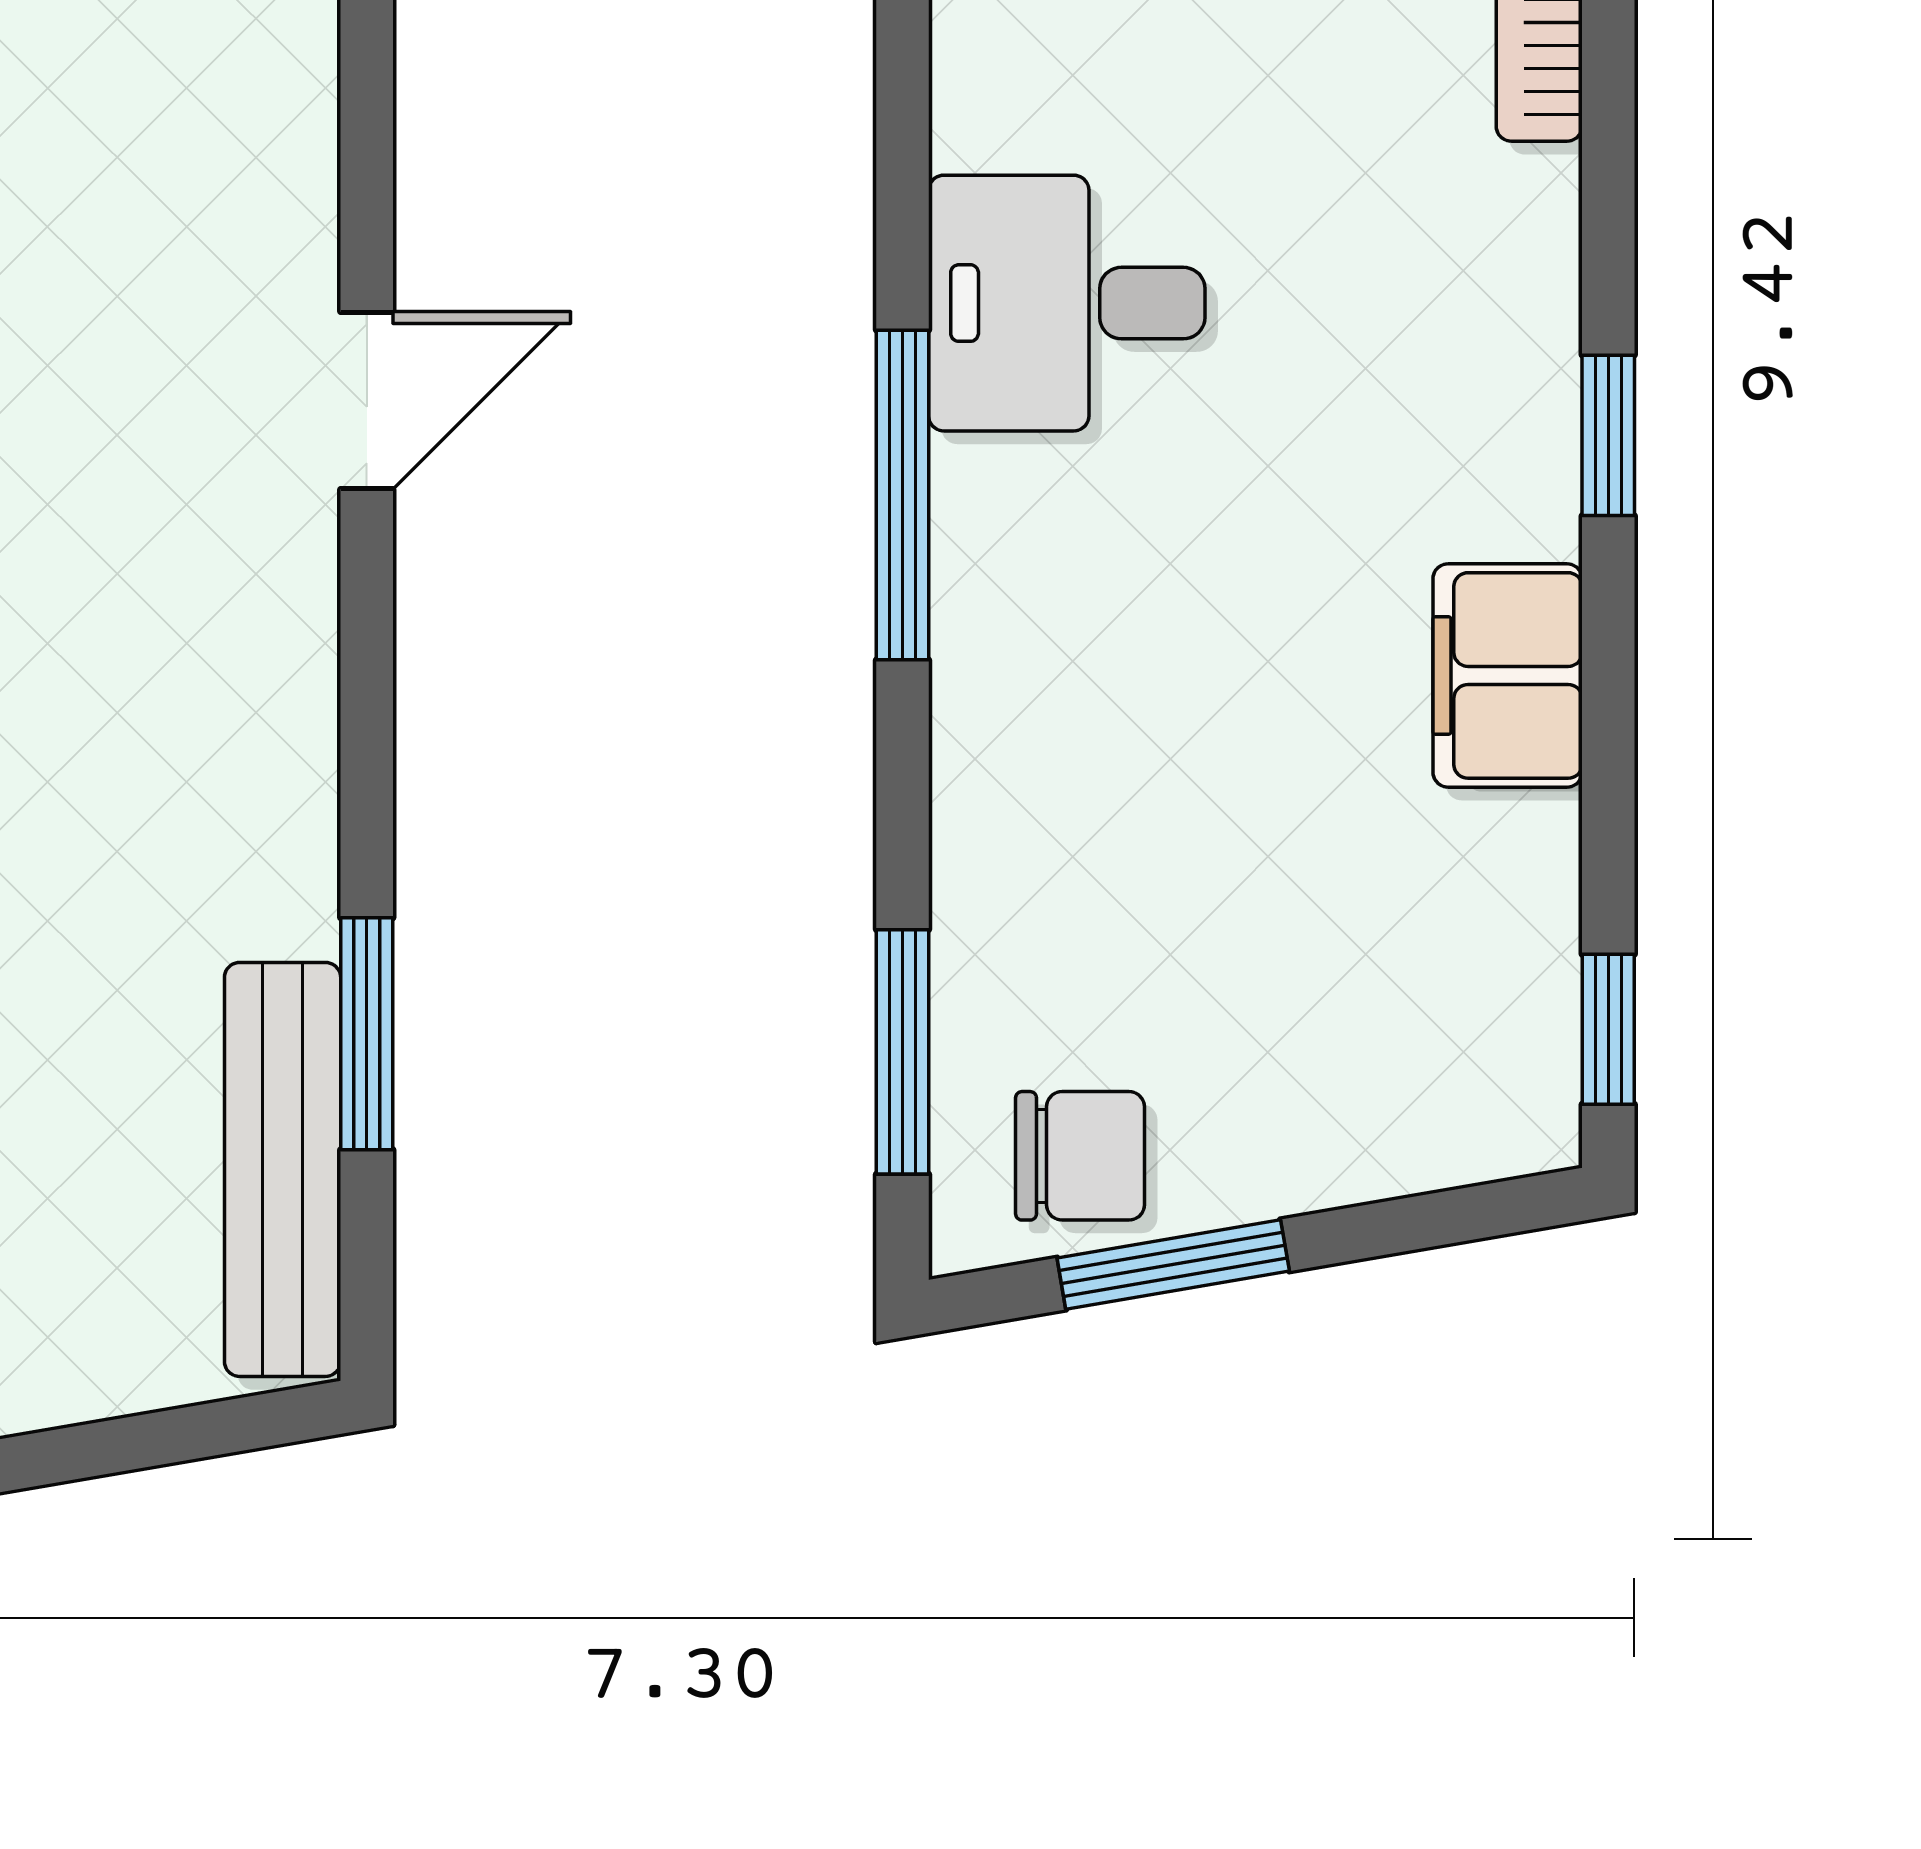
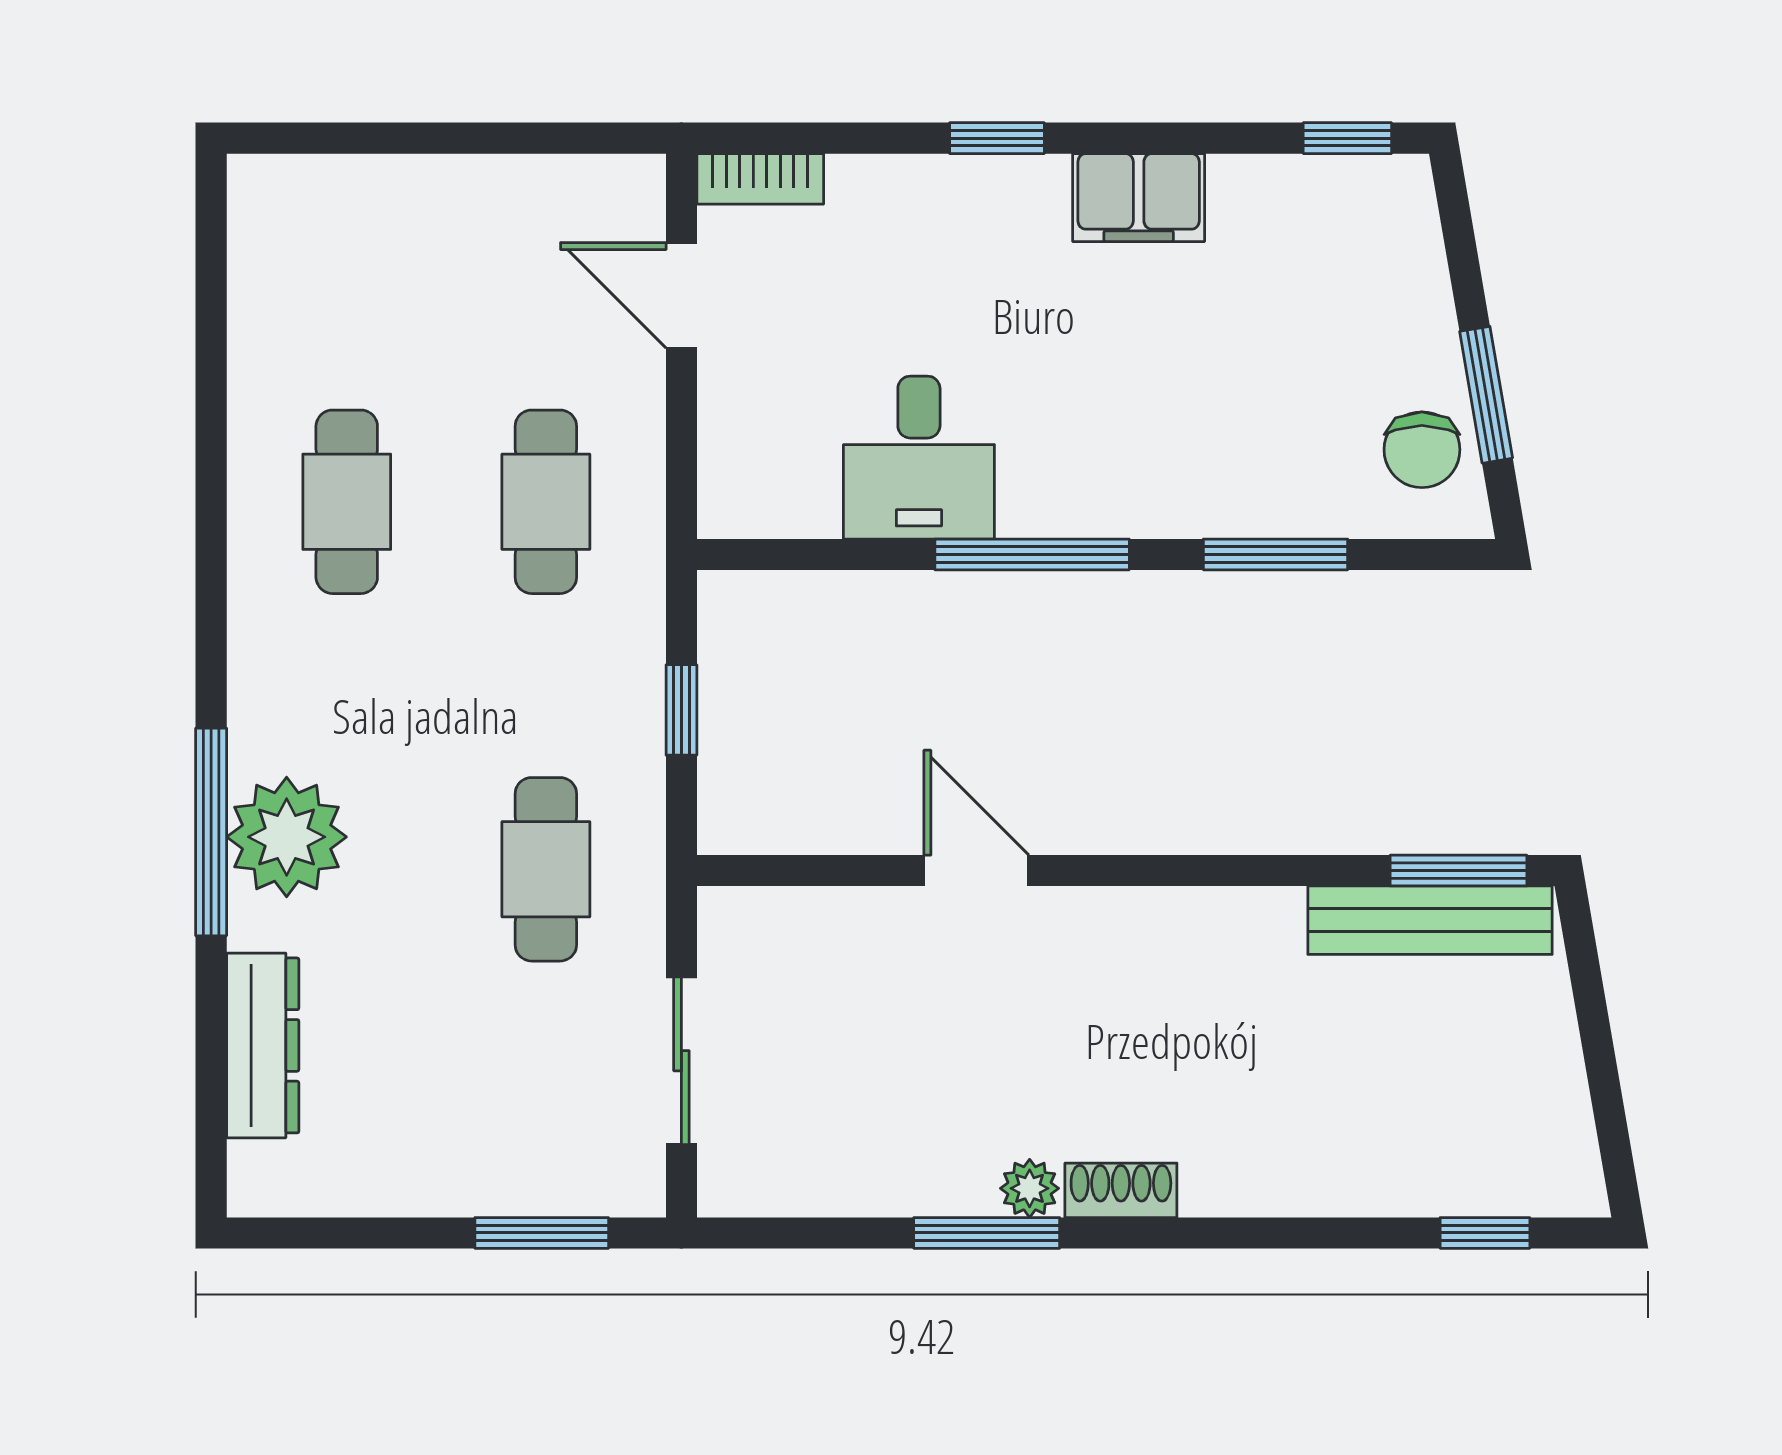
window: (367, 1034) -> (1458, 871), moved
window: (903, 1052) -> (1276, 554), moved
chair: (1080, 1156) -> (1422, 450), turned 180

